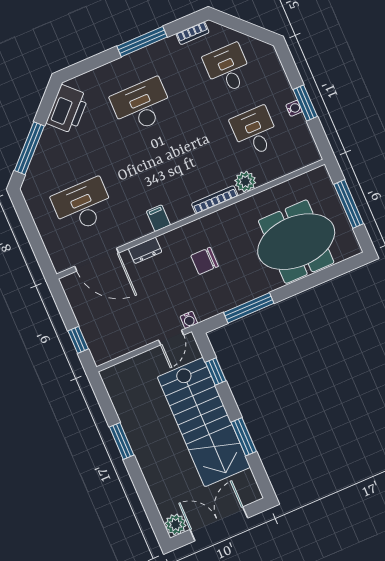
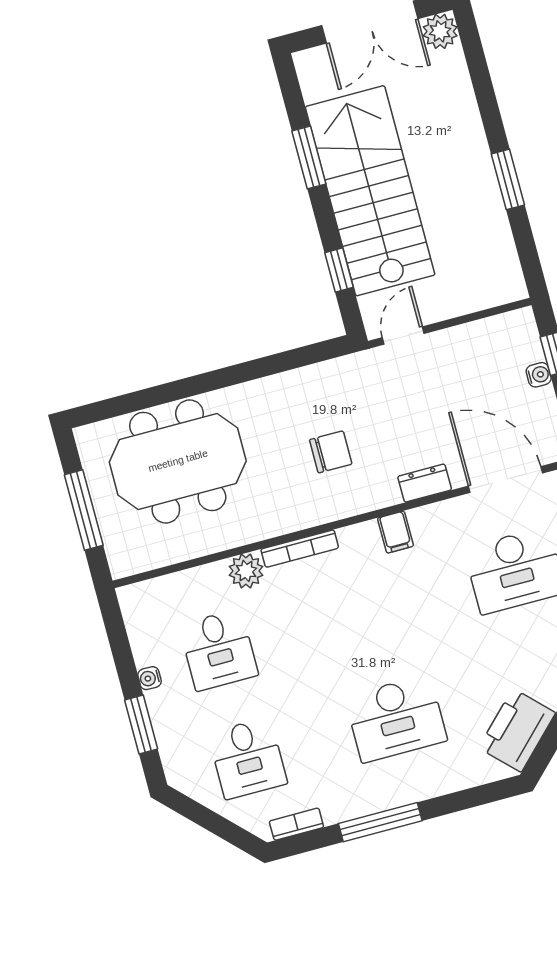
window: (305, 103) -> (141, 724), moved
window: (249, 308) -> (270, 365), removed
water cooler: (189, 320) -> (539, 375), moved, turned 90

